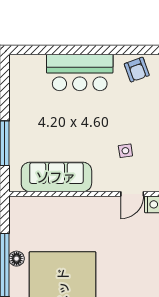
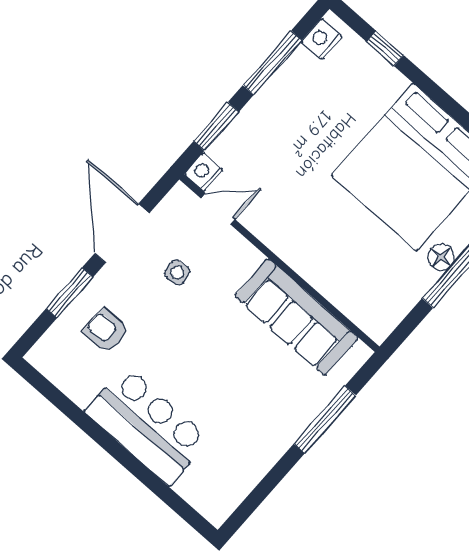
armchair: (137, 70) -> (106, 331), moved, turned -70

